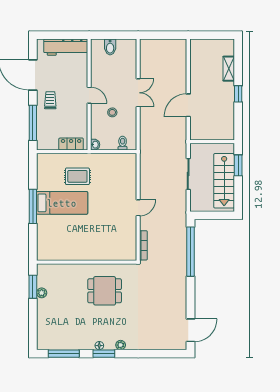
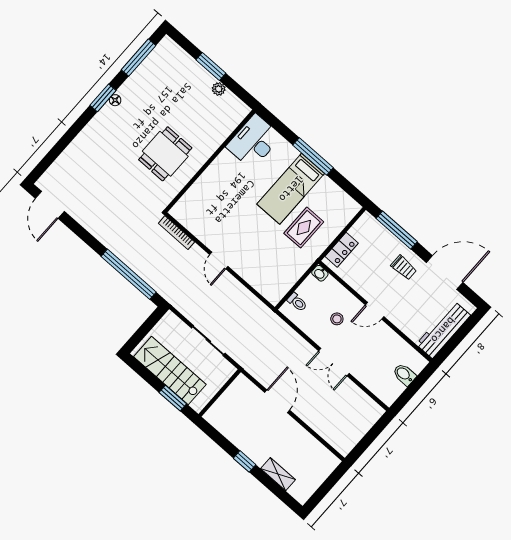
desk: (54, 247) -> (254, 142), added
window: (33, 287) -> (211, 66), moved
plant: (121, 345) -> (97, 122), removed

